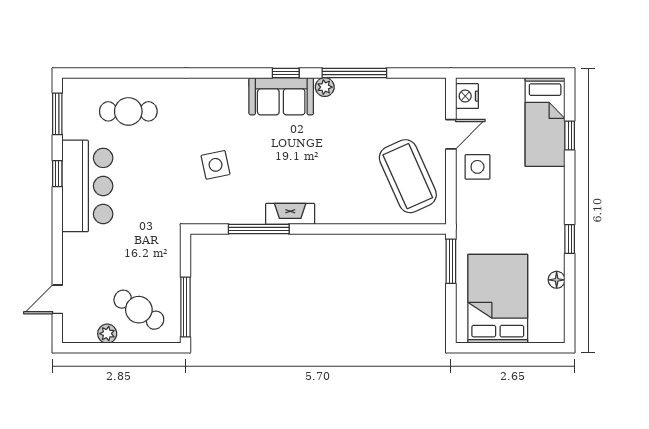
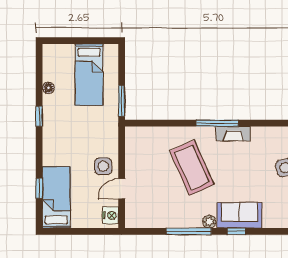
coffee table: (408, 176) -> (192, 168), moved
window: (259, 229) -> (217, 123), moved
bed: (498, 299) -> (89, 75), width x0.67

